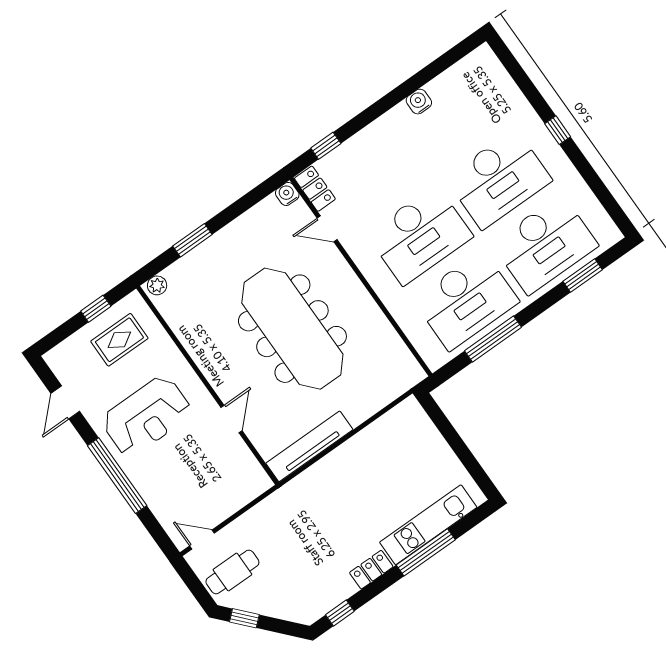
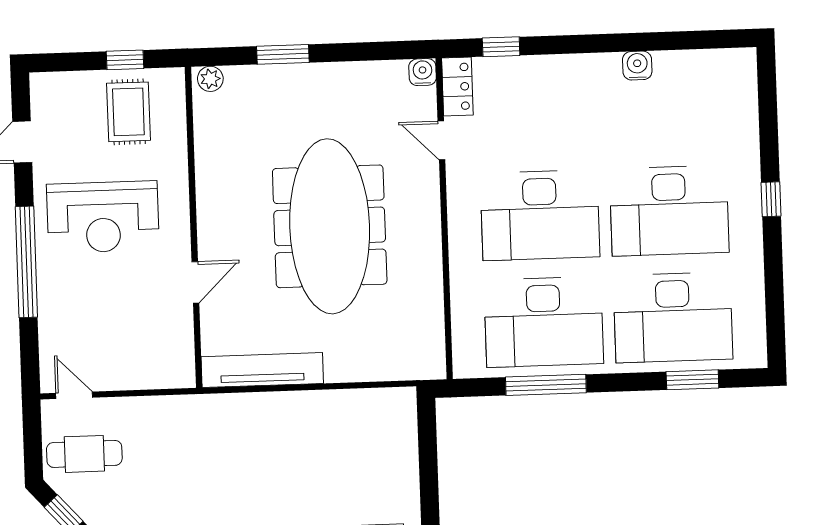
rug: (119, 340) -> (128, 112), turned 90

